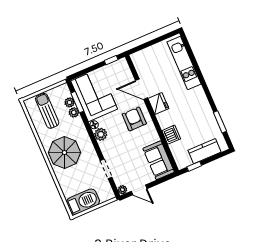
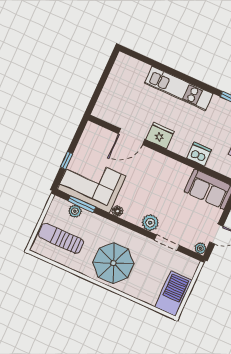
window: (111, 60) -> (66, 160), moved
kitchen unit: (184, 63) -> (179, 88), moved
plant: (74, 112) -> (88, 217), removed
armchair: (134, 119) -> (150, 171), removed
plant: (101, 134) -> (150, 223), moved

